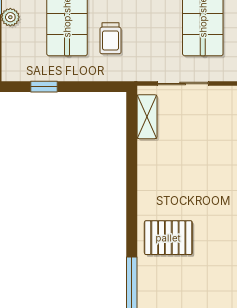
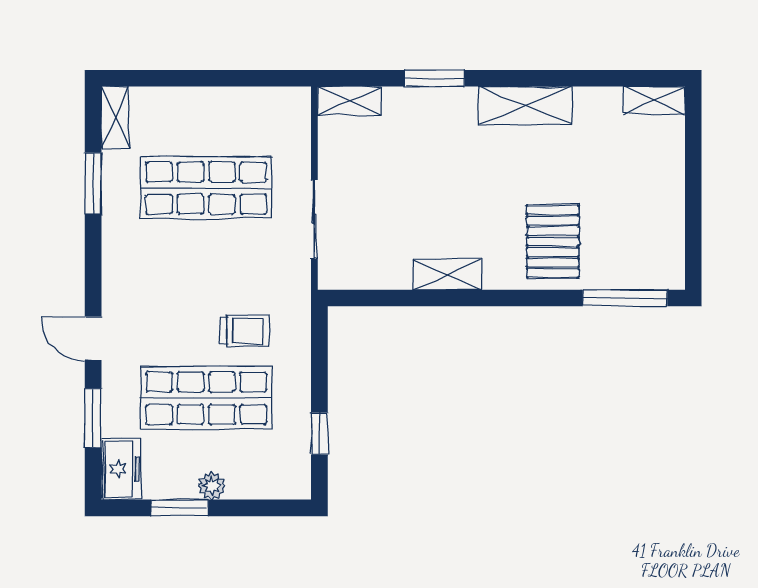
shelving: (147, 117) -> (447, 274), moved

